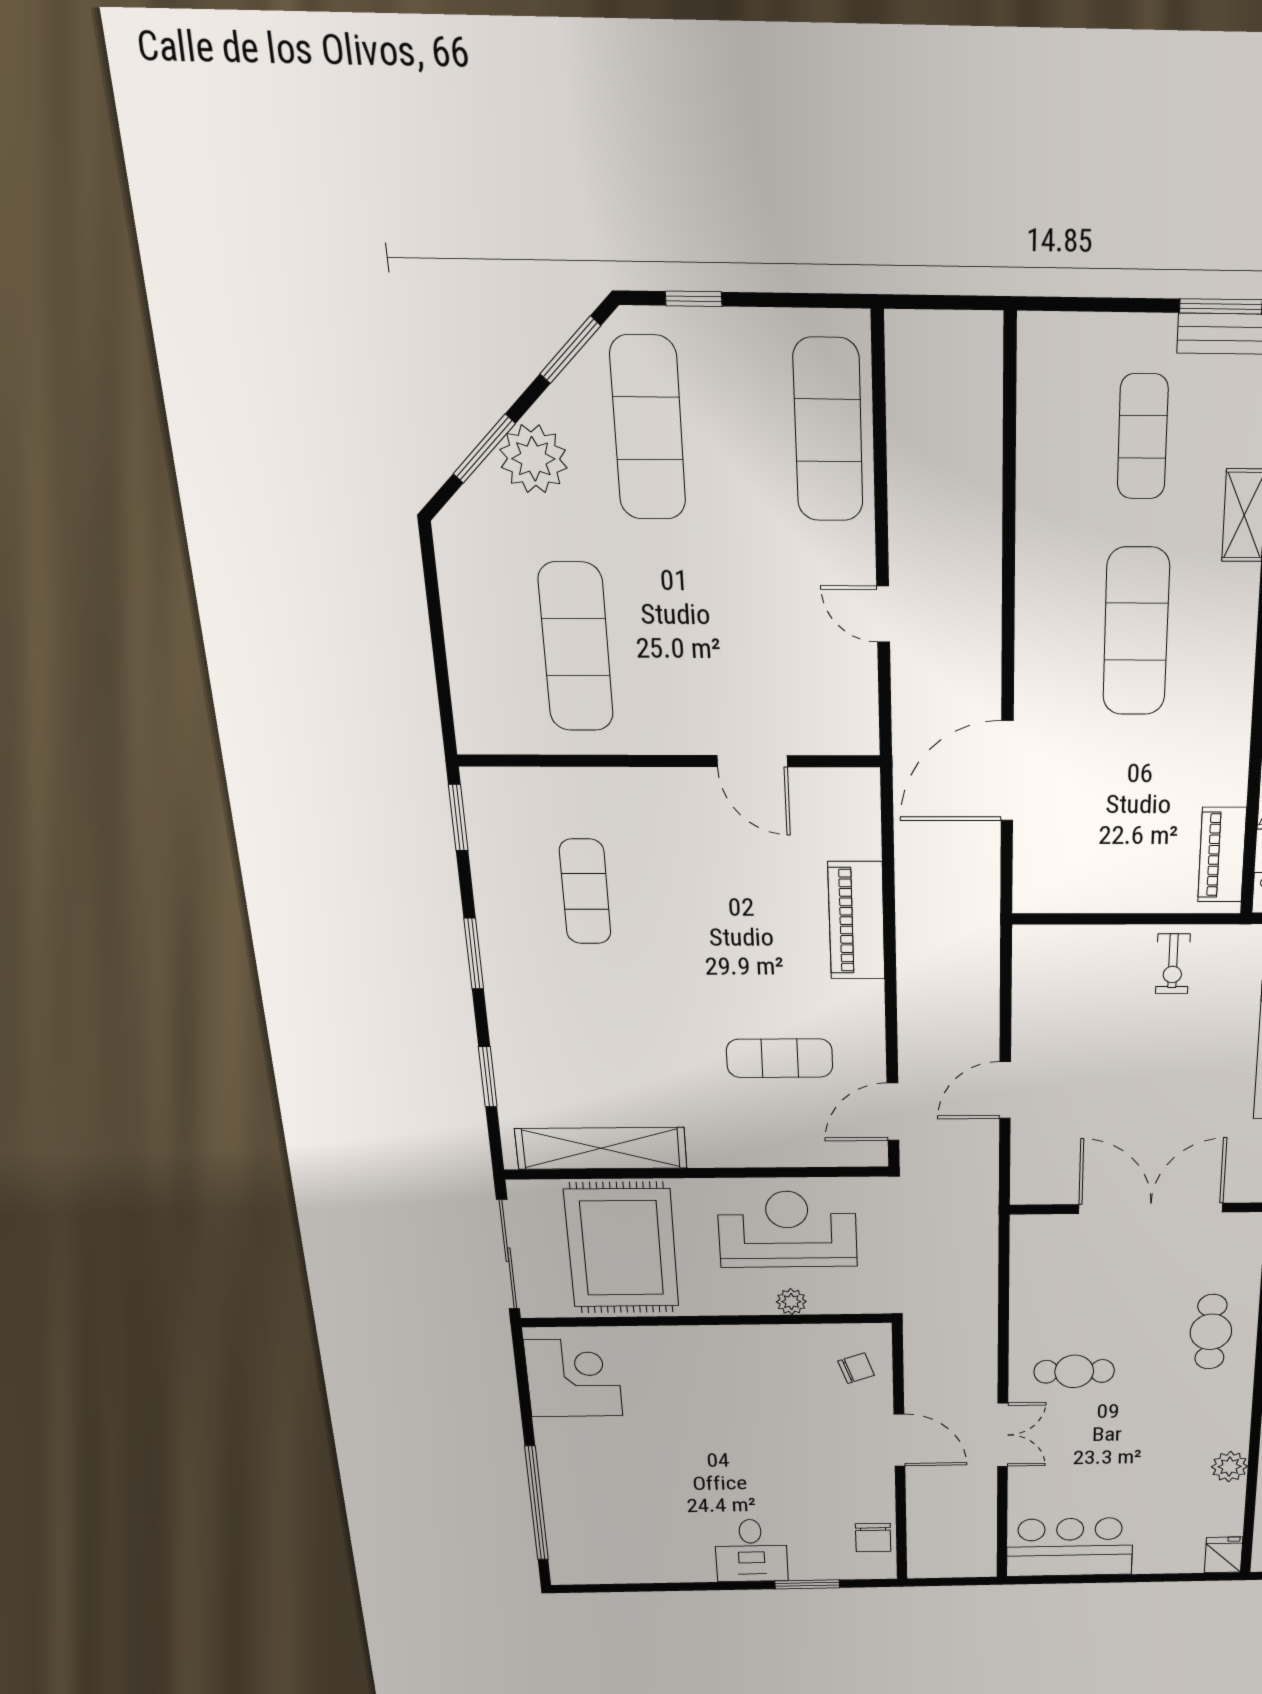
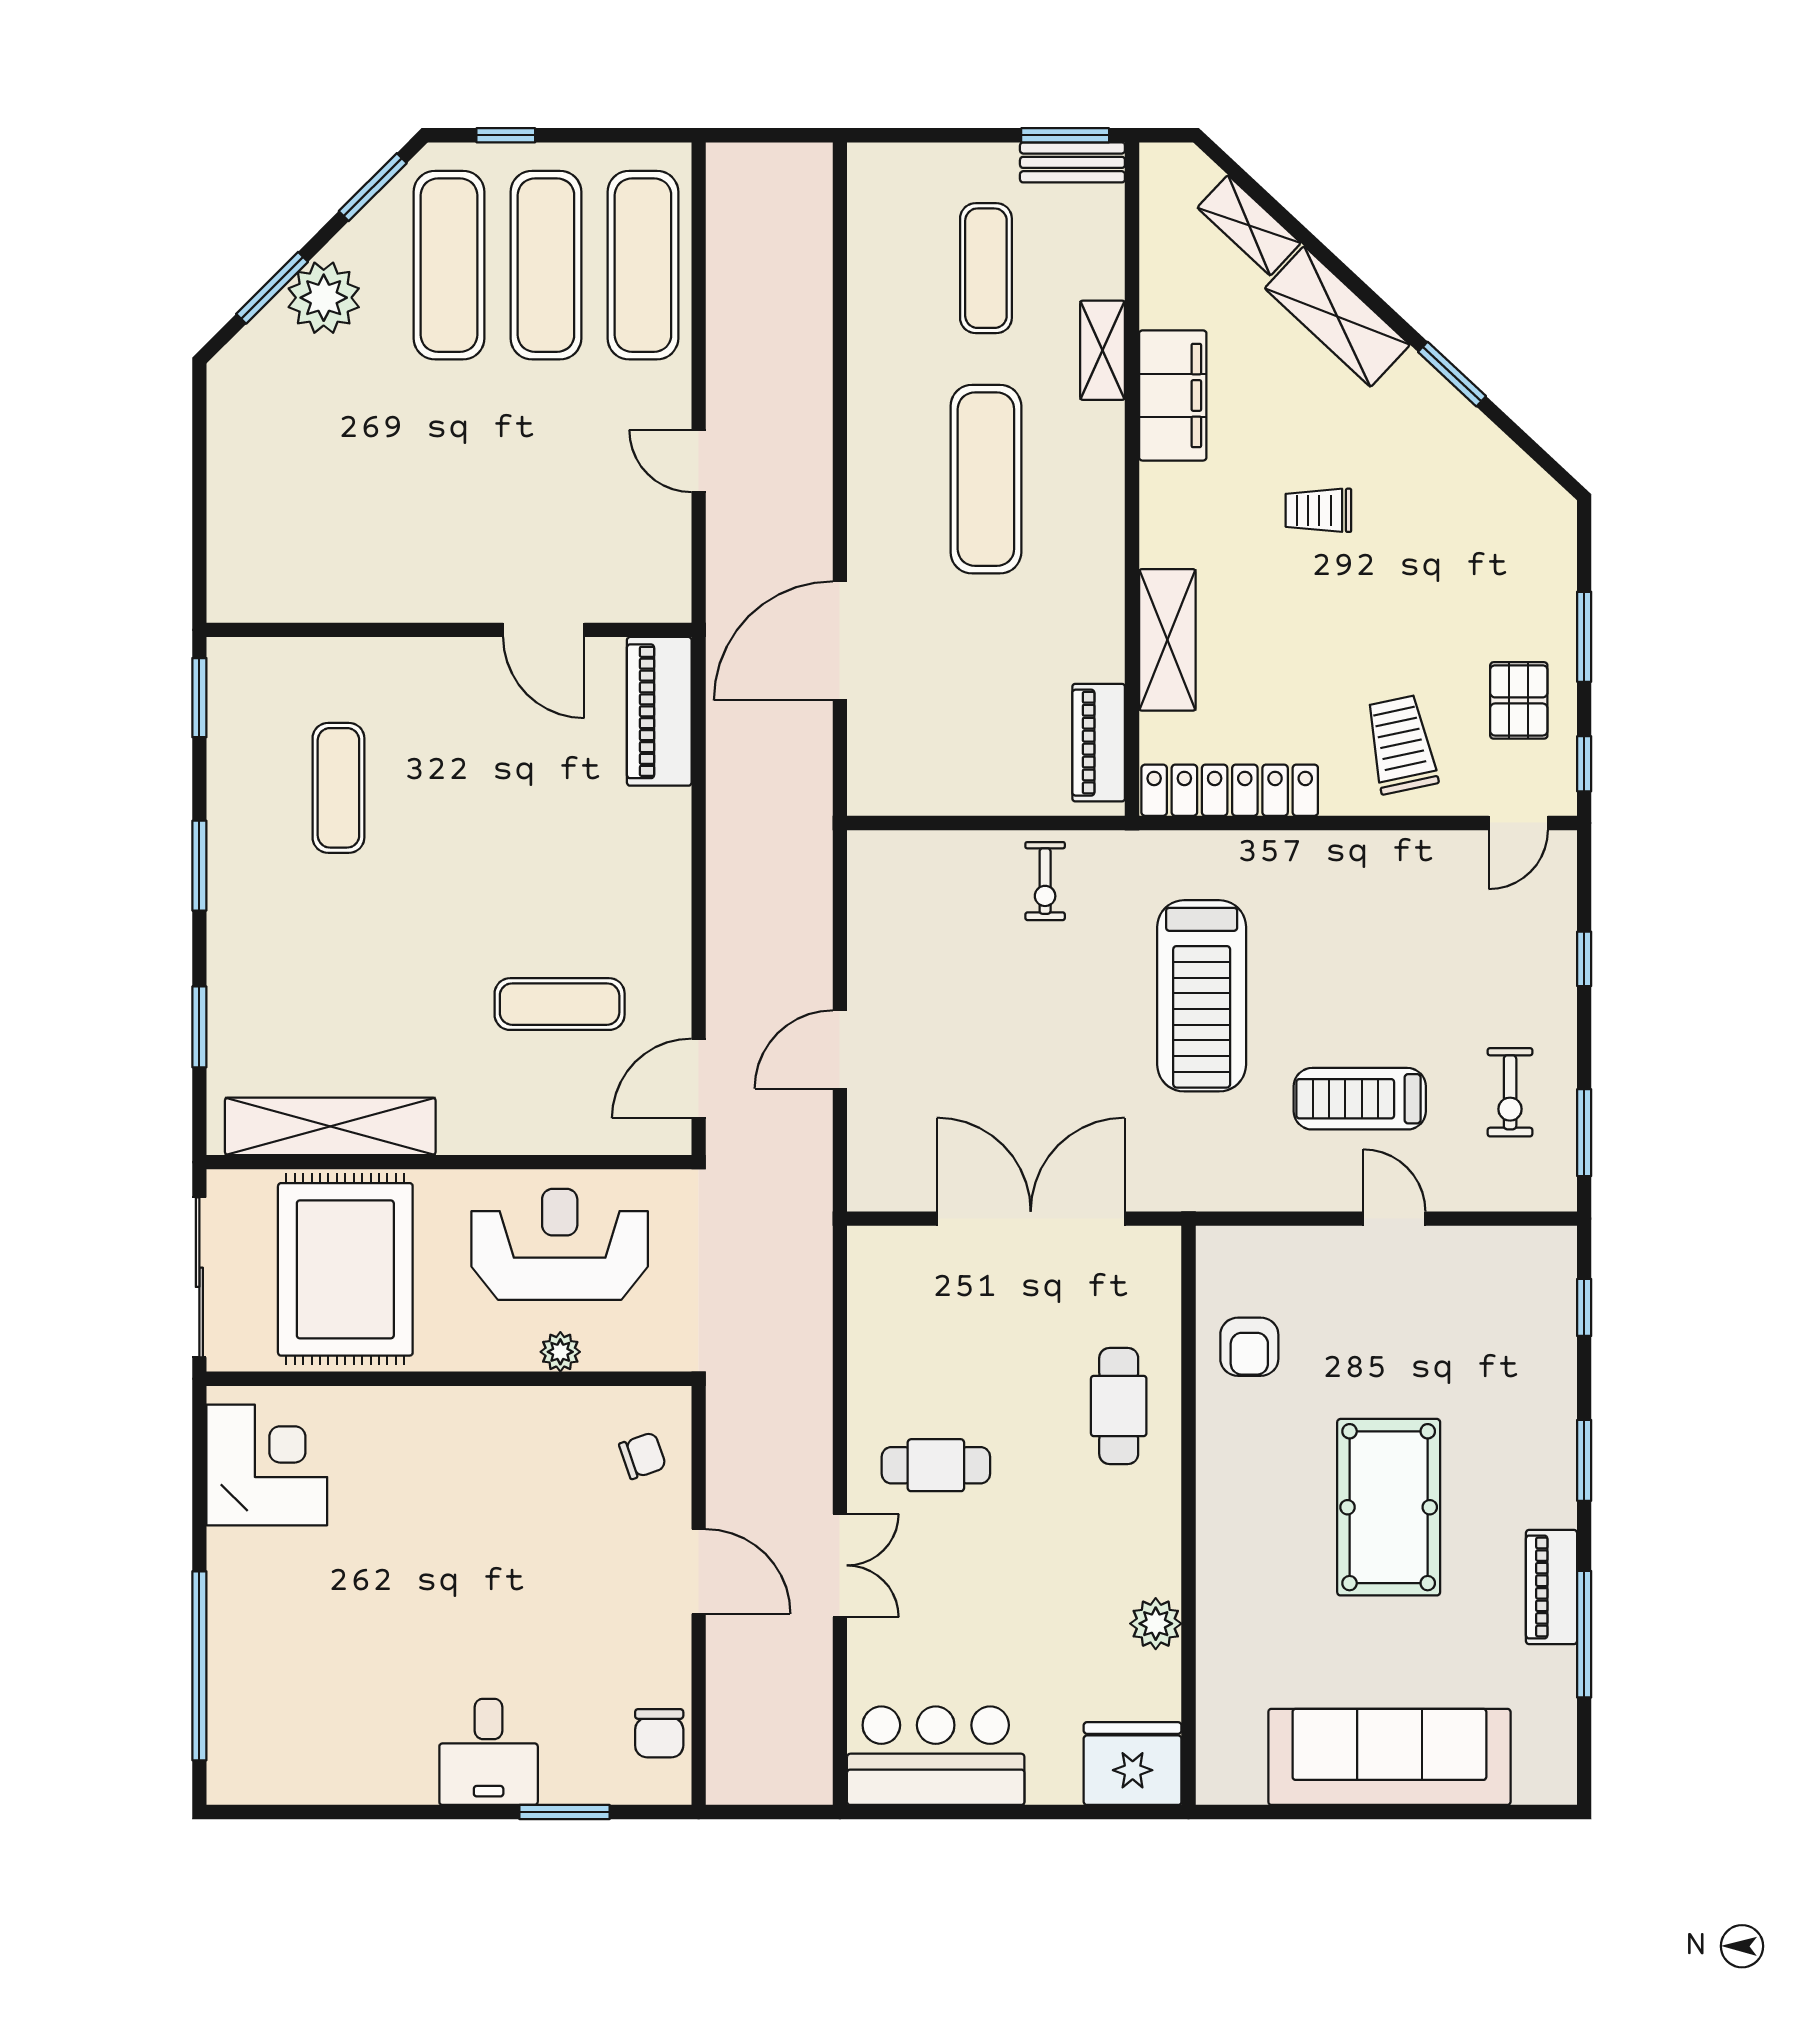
exercise mat: (576, 647) -> (546, 265), moved
piano: (856, 921) -> (659, 711), moved
fridge: (1224, 1555) -> (1133, 1764), width x1.88, depth x1.34

